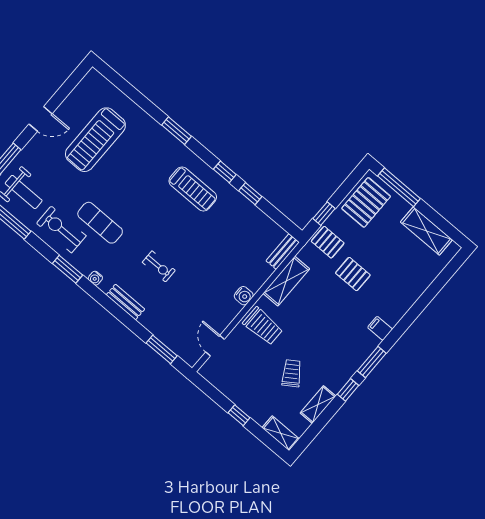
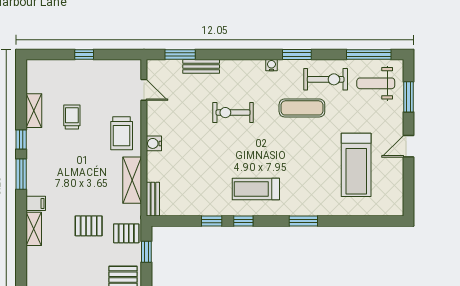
treadmill: (95, 140) -> (356, 165), turned 180
exercise bike: (159, 266) -> (233, 113), width x1.38, depth x1.39
bench: (125, 302) -> (201, 66), moved
trolley: (263, 326) -> (122, 133), turned -90
trolley: (292, 373) -> (72, 117), turned -146
shelving: (281, 433) -> (34, 229), moved, turned 90

